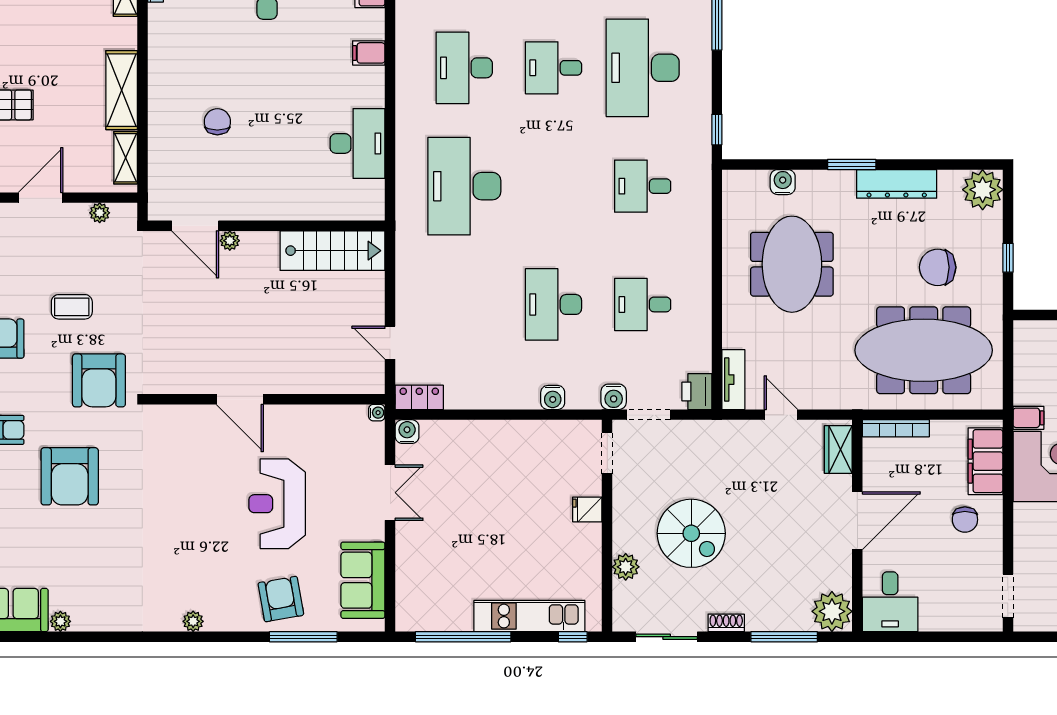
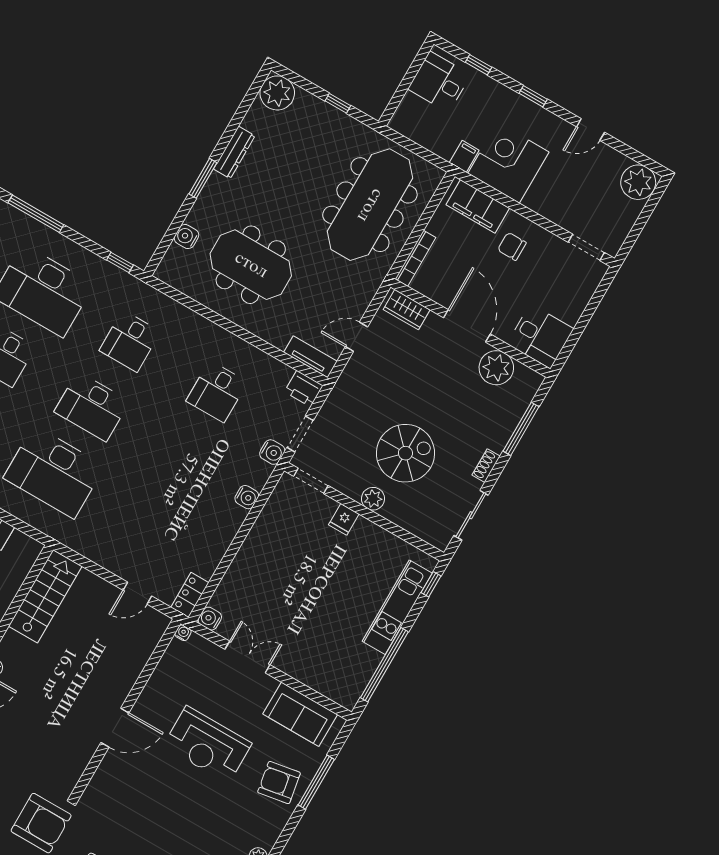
dresser: (897, 184) -> (234, 152), width x0.73, depth x0.80
chair: (938, 267) -> (315, 159), removed
desk: (553, 304) -> (92, 407), moved
chair: (965, 520) -> (512, 246), turned 180
plant: (626, 567) -> (373, 499), moved
plant: (832, 611) -> (496, 368), moved

